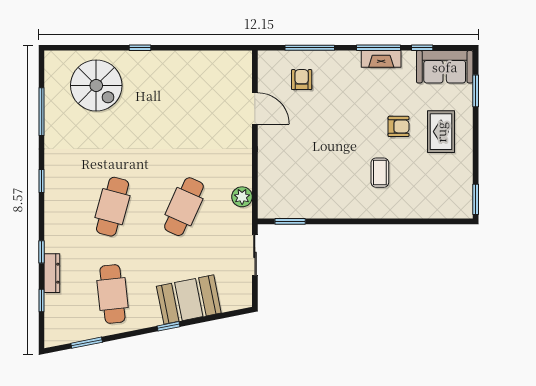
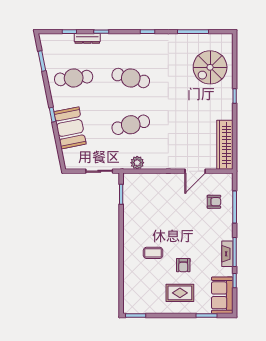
wardrobe: (215, 63) -> (225, 145), added
cafe table: (184, 207) -> (131, 125), turned -39

